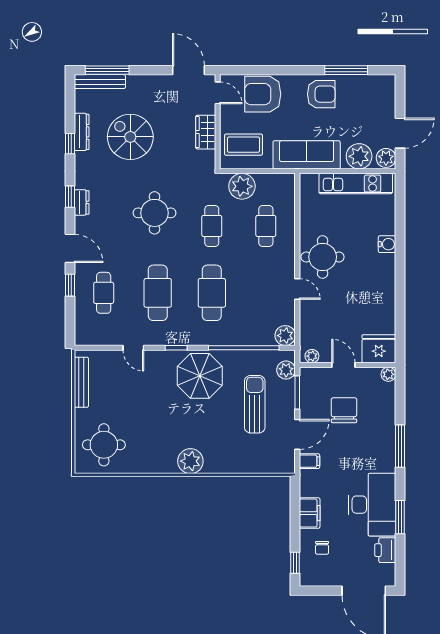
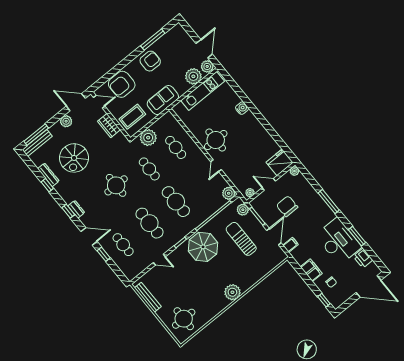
plant: (157, 84) -> (66, 121), added
spiral stairs: (130, 137) -> (74, 158), turned -90
sofa: (307, 155) -> (163, 100), width x0.73
door: (297, 289) -> (216, 166), swing flipped

